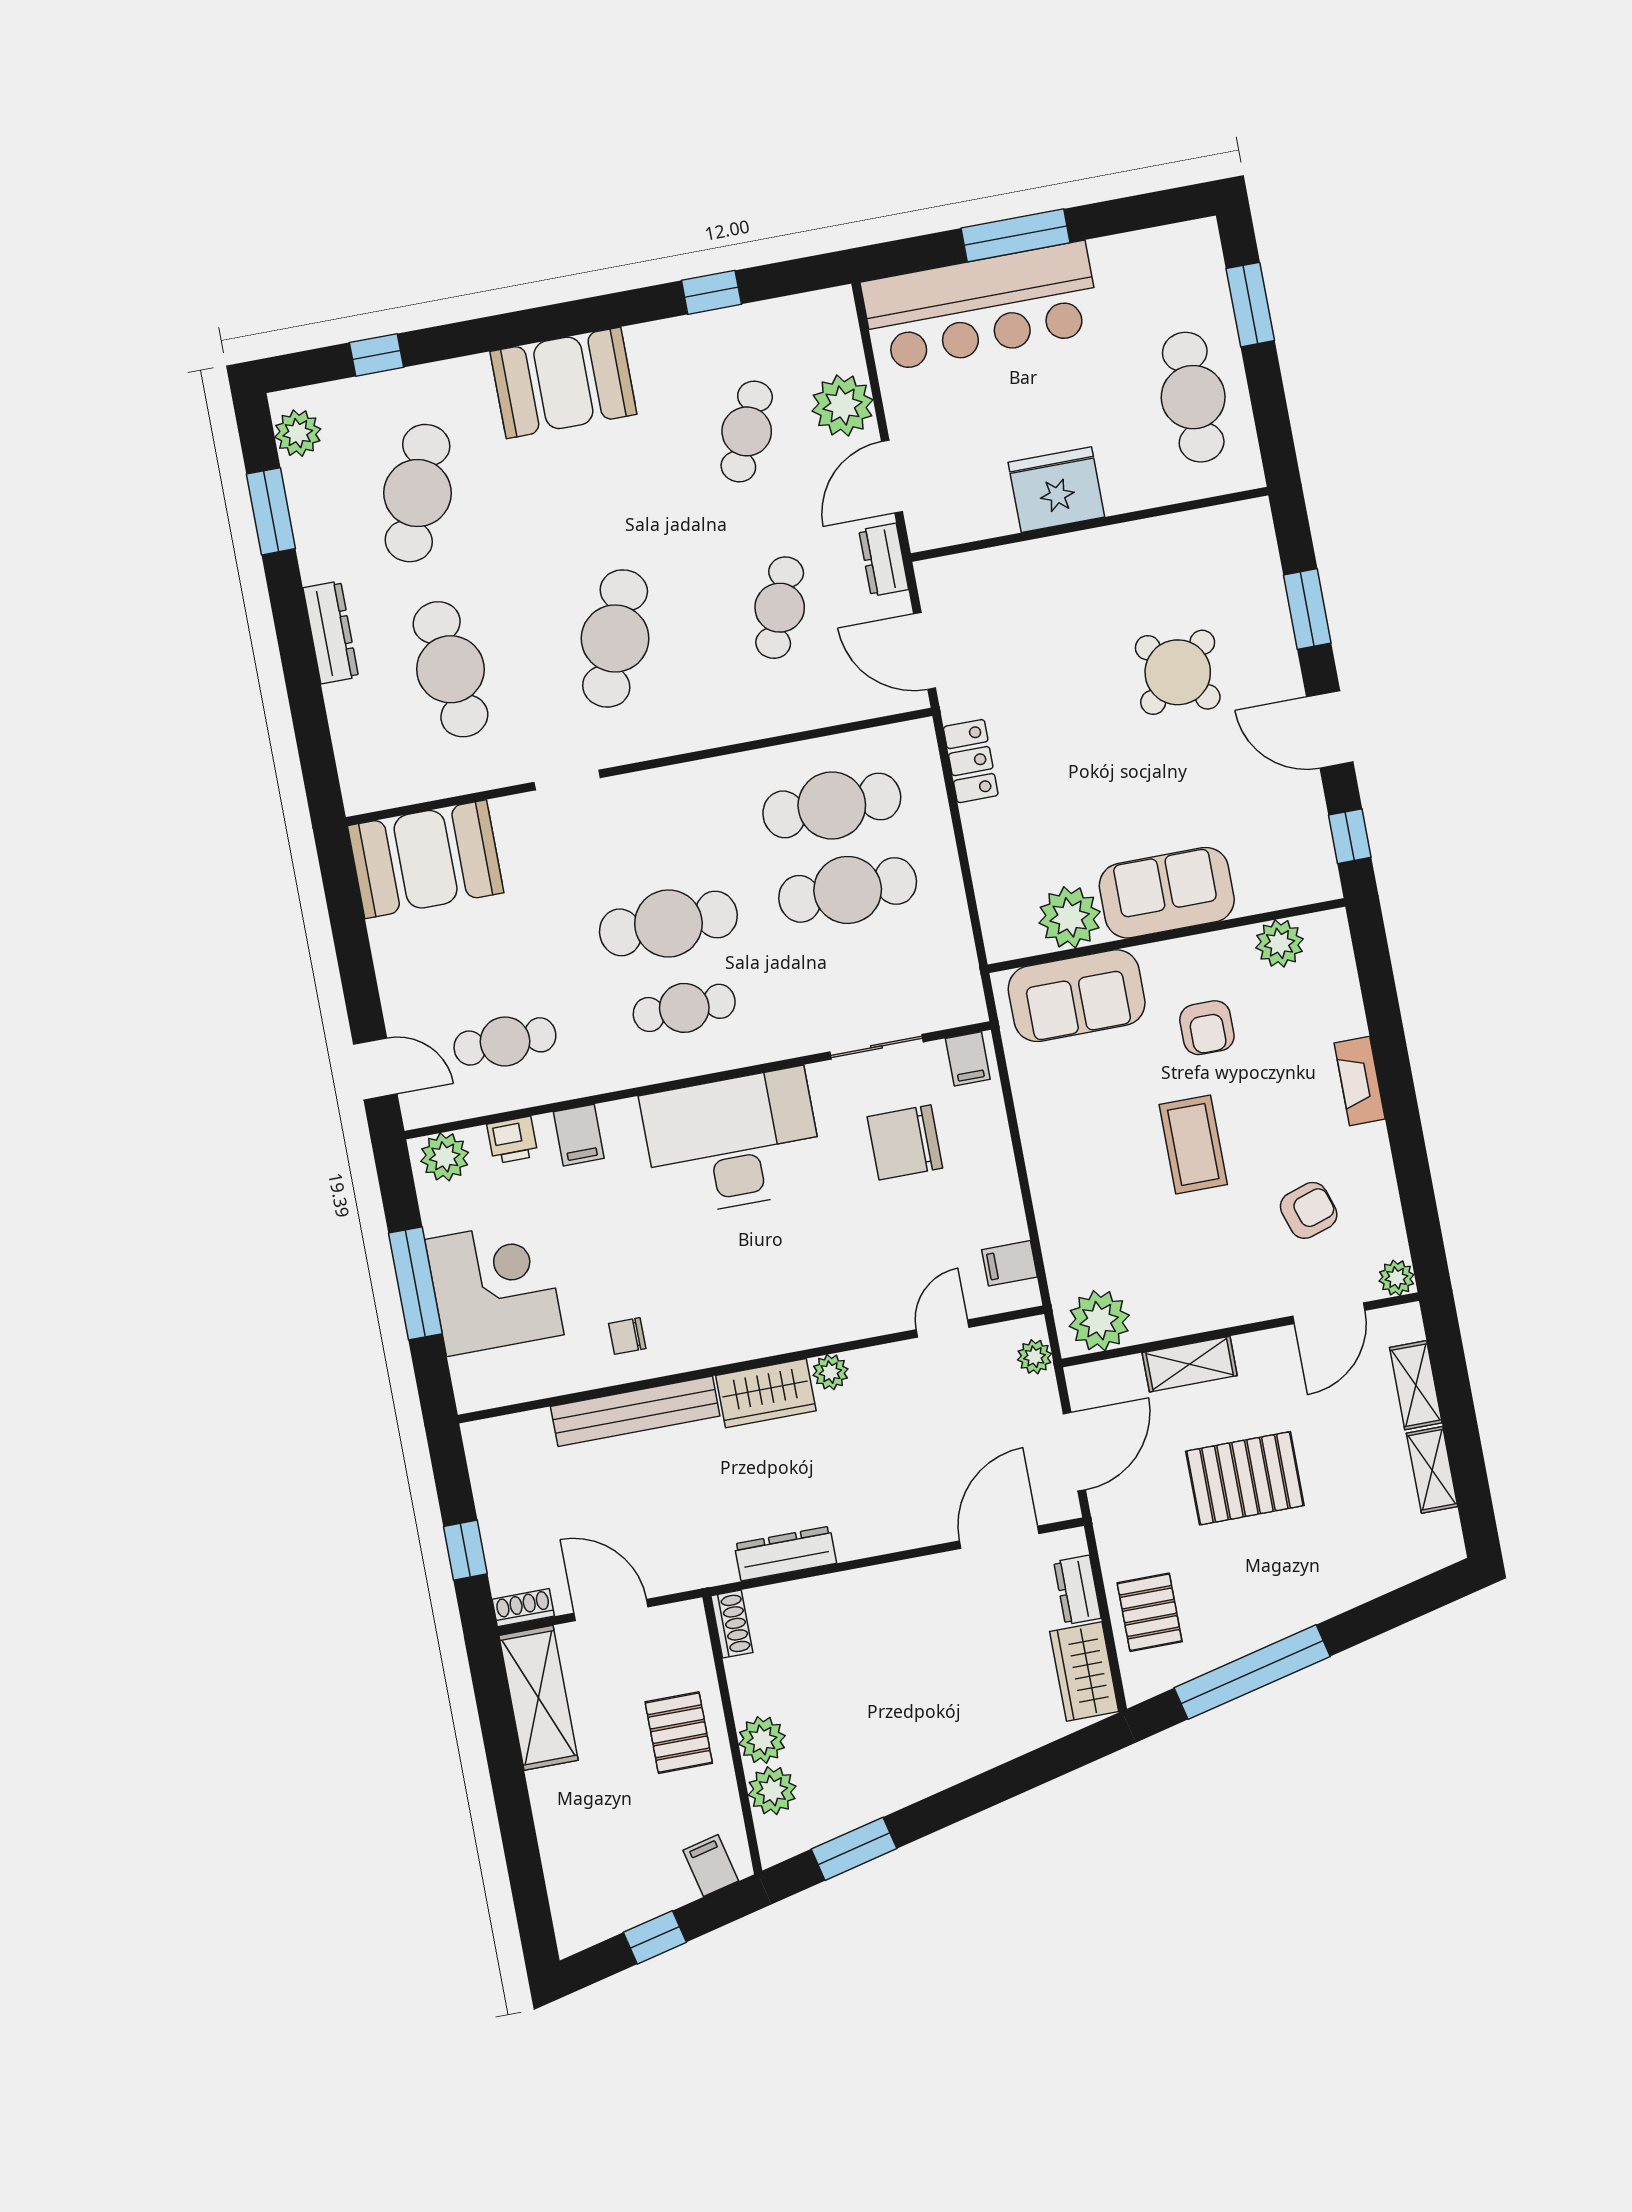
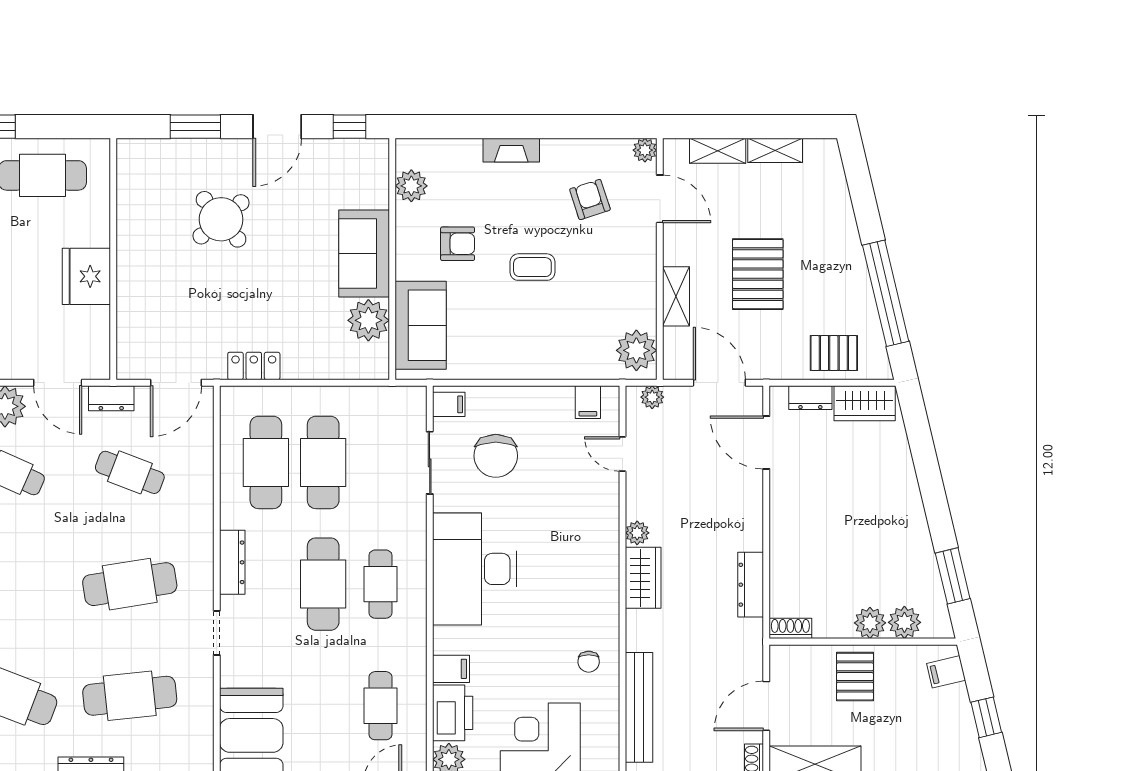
cafe table: (615, 638) -> (130, 584), turned -30
dresser: (675, 783) -> (232, 562), added
printer: (512, 1140) -> (453, 713), width x1.87, depth x1.48
coffee table: (1193, 1144) -> (532, 267), width x0.73, depth x0.77
bench: (635, 1411) -> (639, 707), moved
pallet: (679, 1733) -> (855, 677), turned 90

